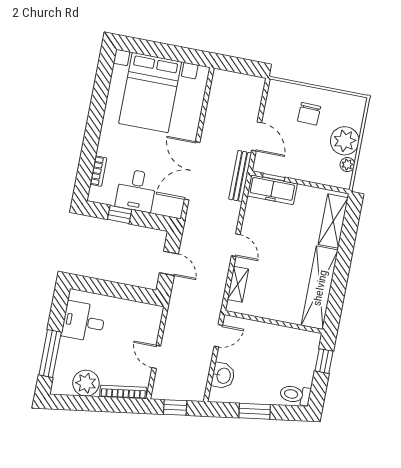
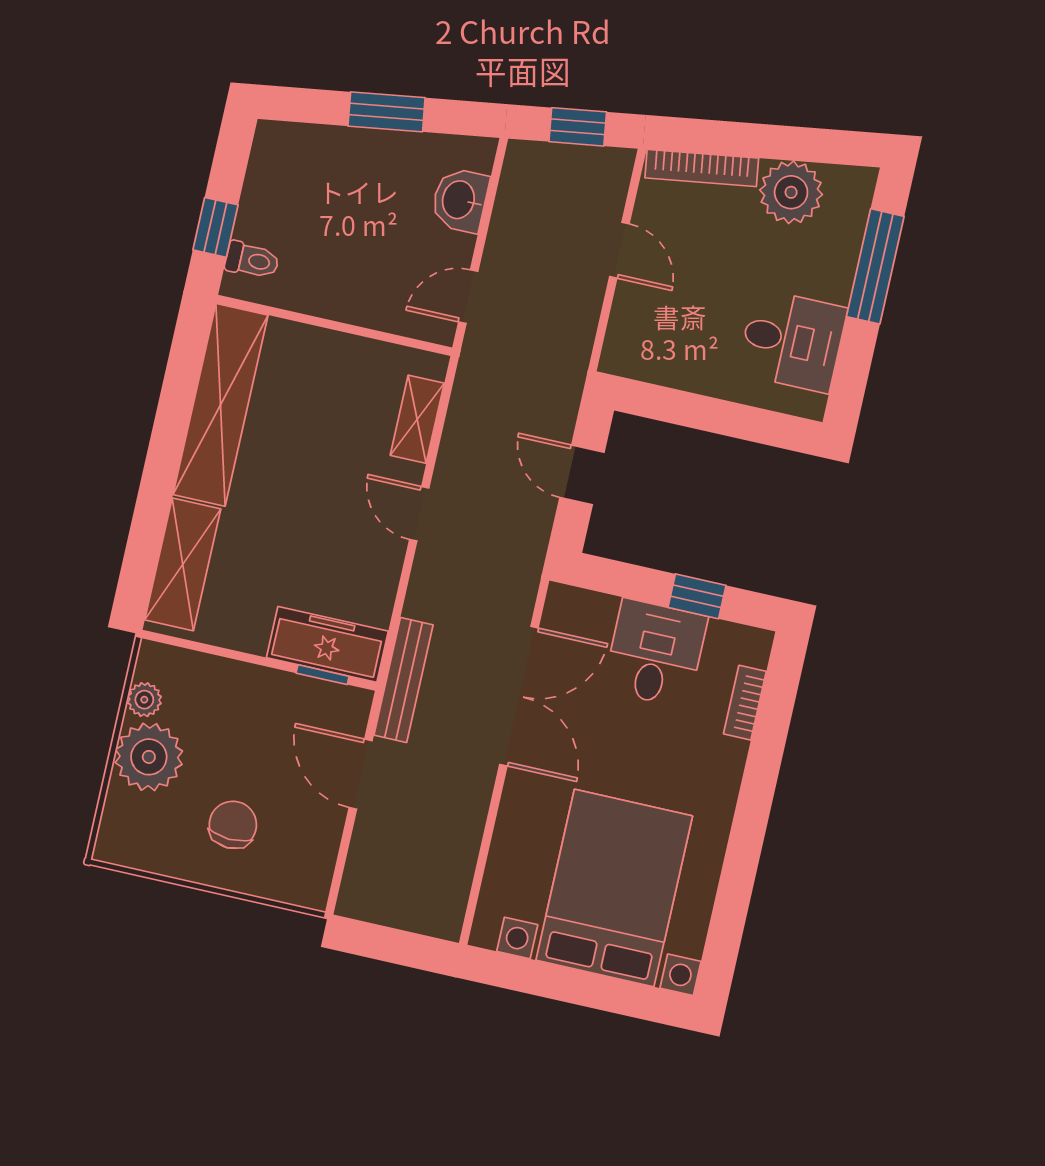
toilet: (295, 395) -> (252, 260), moved, width x0.73, depth x0.72

